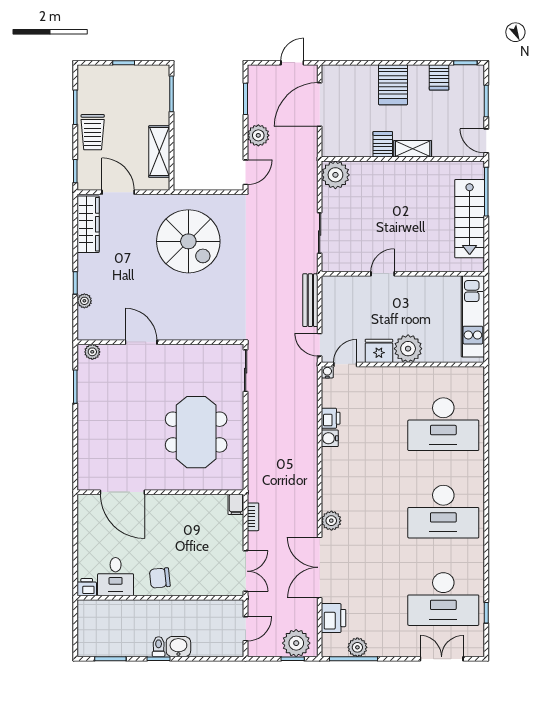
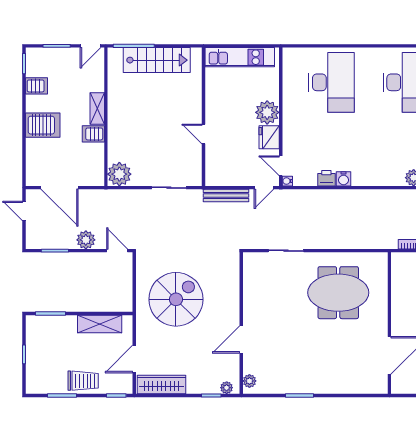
door: (141, 342) -> (241, 340), moved
wall: (160, 342) -> (241, 323), moved
plant: (92, 352) -> (249, 381), moved
filing cabinet: (236, 504) -> (400, 259), removed

